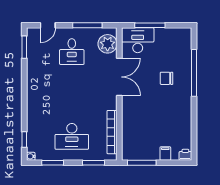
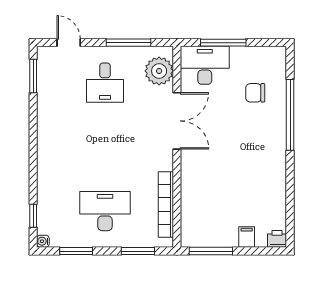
door: (48, 25) -> (69, 43), swing flipped
chair: (167, 78) -> (255, 93), moved
desk: (72, 136) -> (105, 211), turned 180

